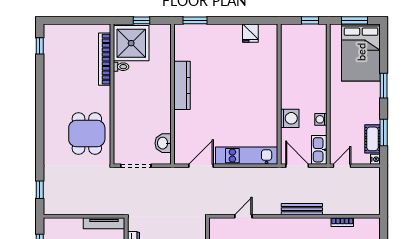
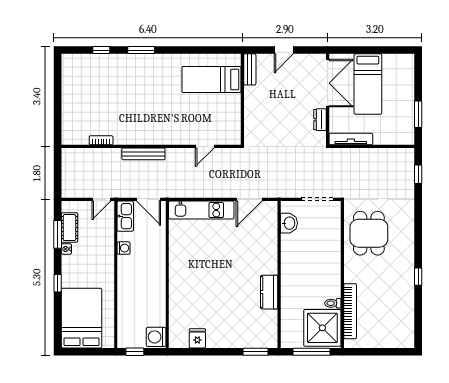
window: (142, 20) -> (311, 352), width x2.17
window: (354, 20) -> (88, 352), removed
window: (40, 46) -> (418, 277), moved
kitchen counter: (182, 85) -> (269, 292), width x0.67
window: (384, 86) -> (58, 283), width x0.67
washing machine: (290, 118) -> (156, 337), moved
nightstand: (375, 159) -> (66, 249), moved

